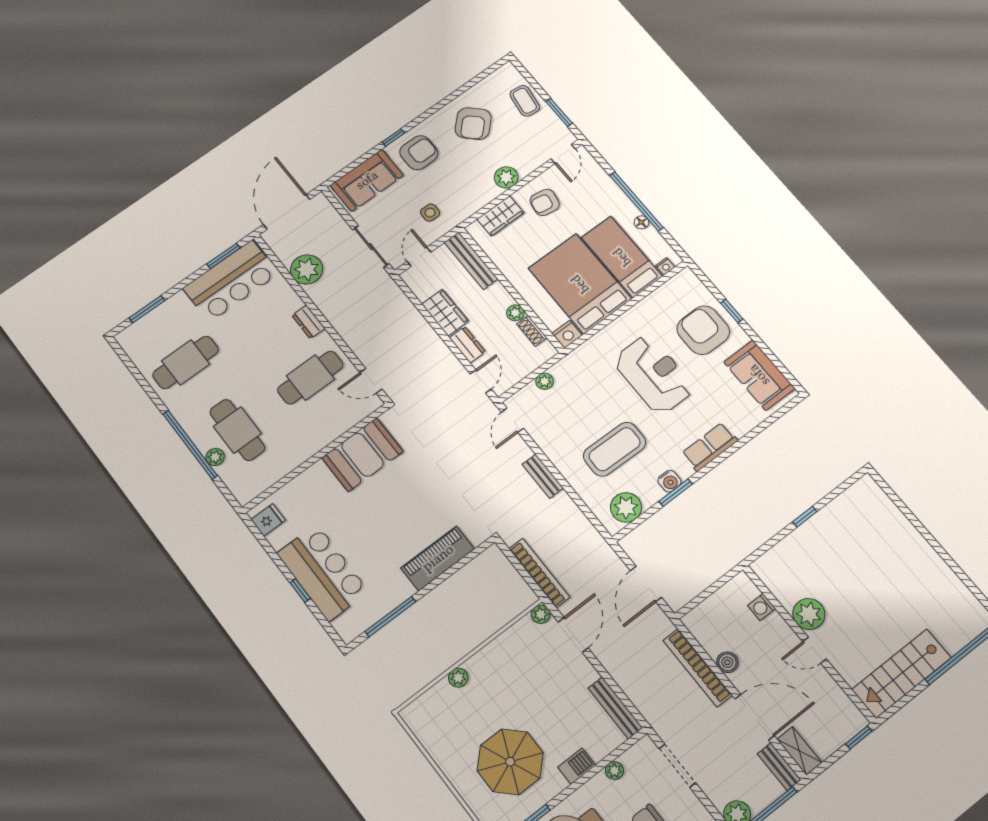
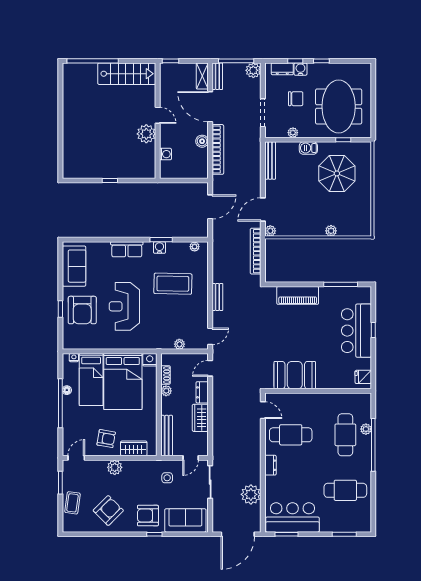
plant: (626, 507) -> (195, 247), width x0.53, depth x0.53

